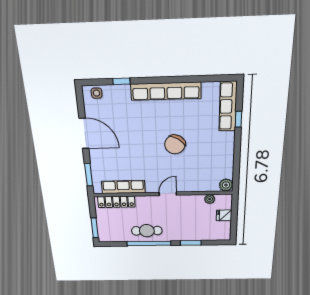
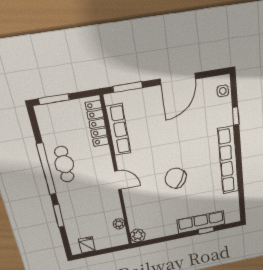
row of seats: (228, 106) -> (201, 222), moved
fridge: (224, 215) -> (87, 245), moved

